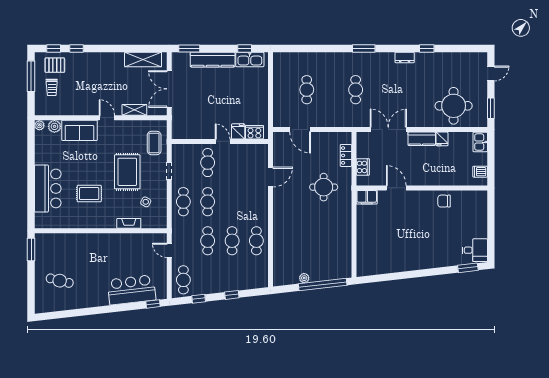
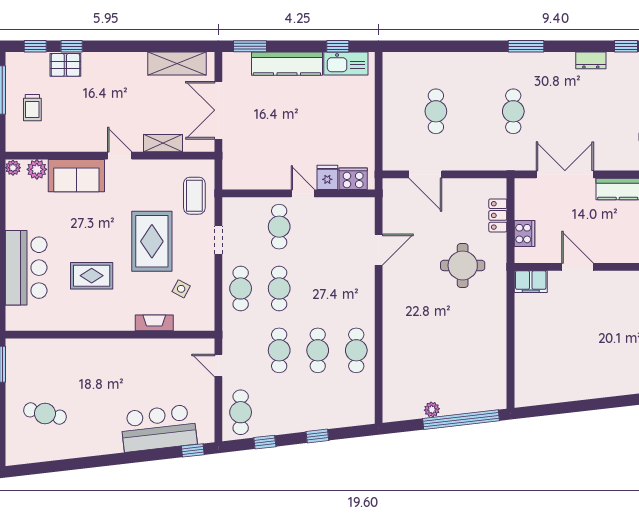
pallet: (55, 65) -> (65, 65), moved

